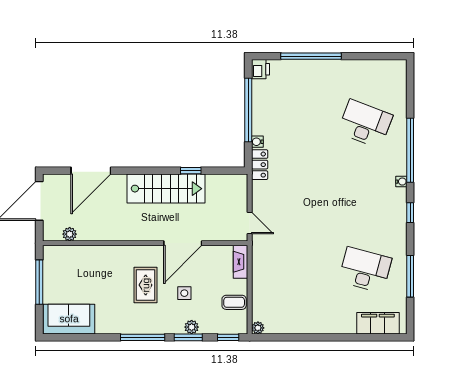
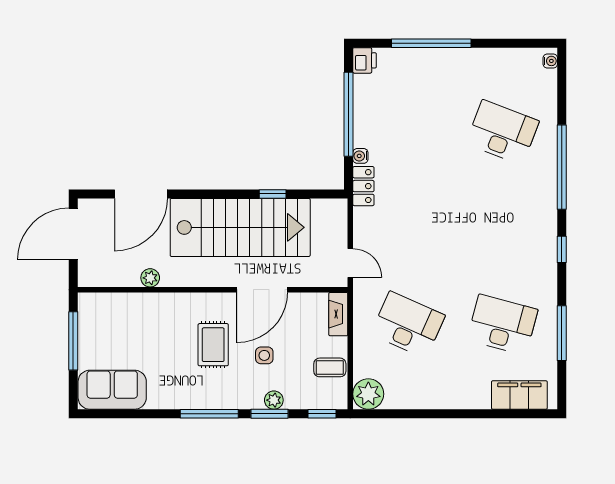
water cooler: (401, 182) -> (550, 61), moved
stairs: (166, 189) -> (240, 227), width x1.36, depth x1.51
plant: (70, 234) -> (150, 278), moved
desk: (293, 270) -> (408, 325), added
plant: (258, 328) -> (368, 394), width x1.87, depth x1.87

